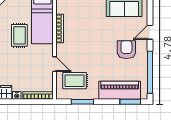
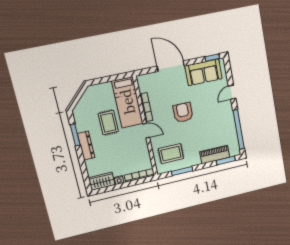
armchair: (126, 50) -> (183, 112), moved
door: (55, 64) -> (146, 131), moved
piano: (120, 90) -> (215, 155), width x0.73, depth x0.75

